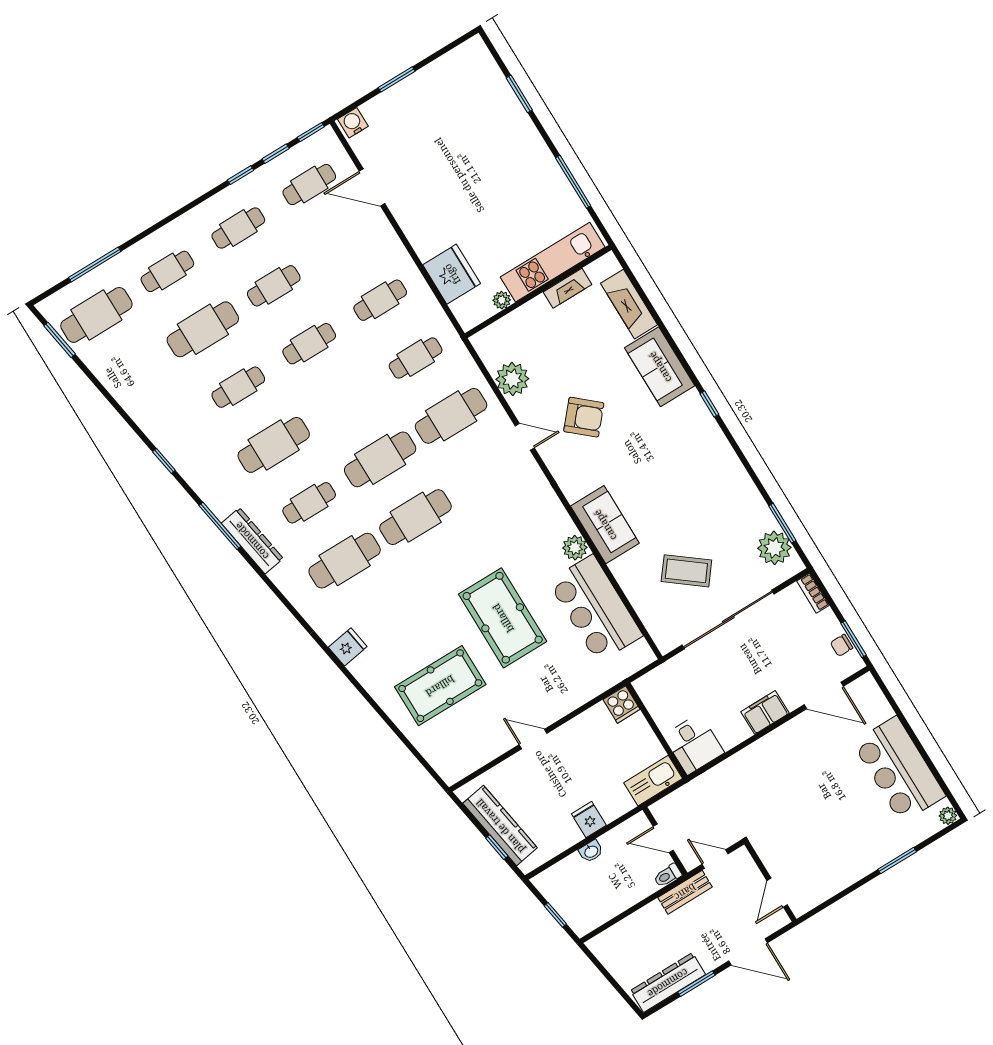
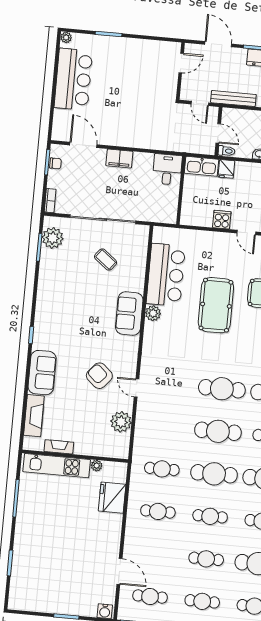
cafe table: (451, 416) -> (214, 474), moved
coffee table: (686, 571) -> (106, 260), width x0.73, depth x0.77
cooker: (622, 704) -> (222, 220), moved
fridge: (589, 820) -> (226, 169), moved
toilet: (668, 876) -> (227, 151), moved
bench: (685, 892) -> (233, 99), width x1.36

